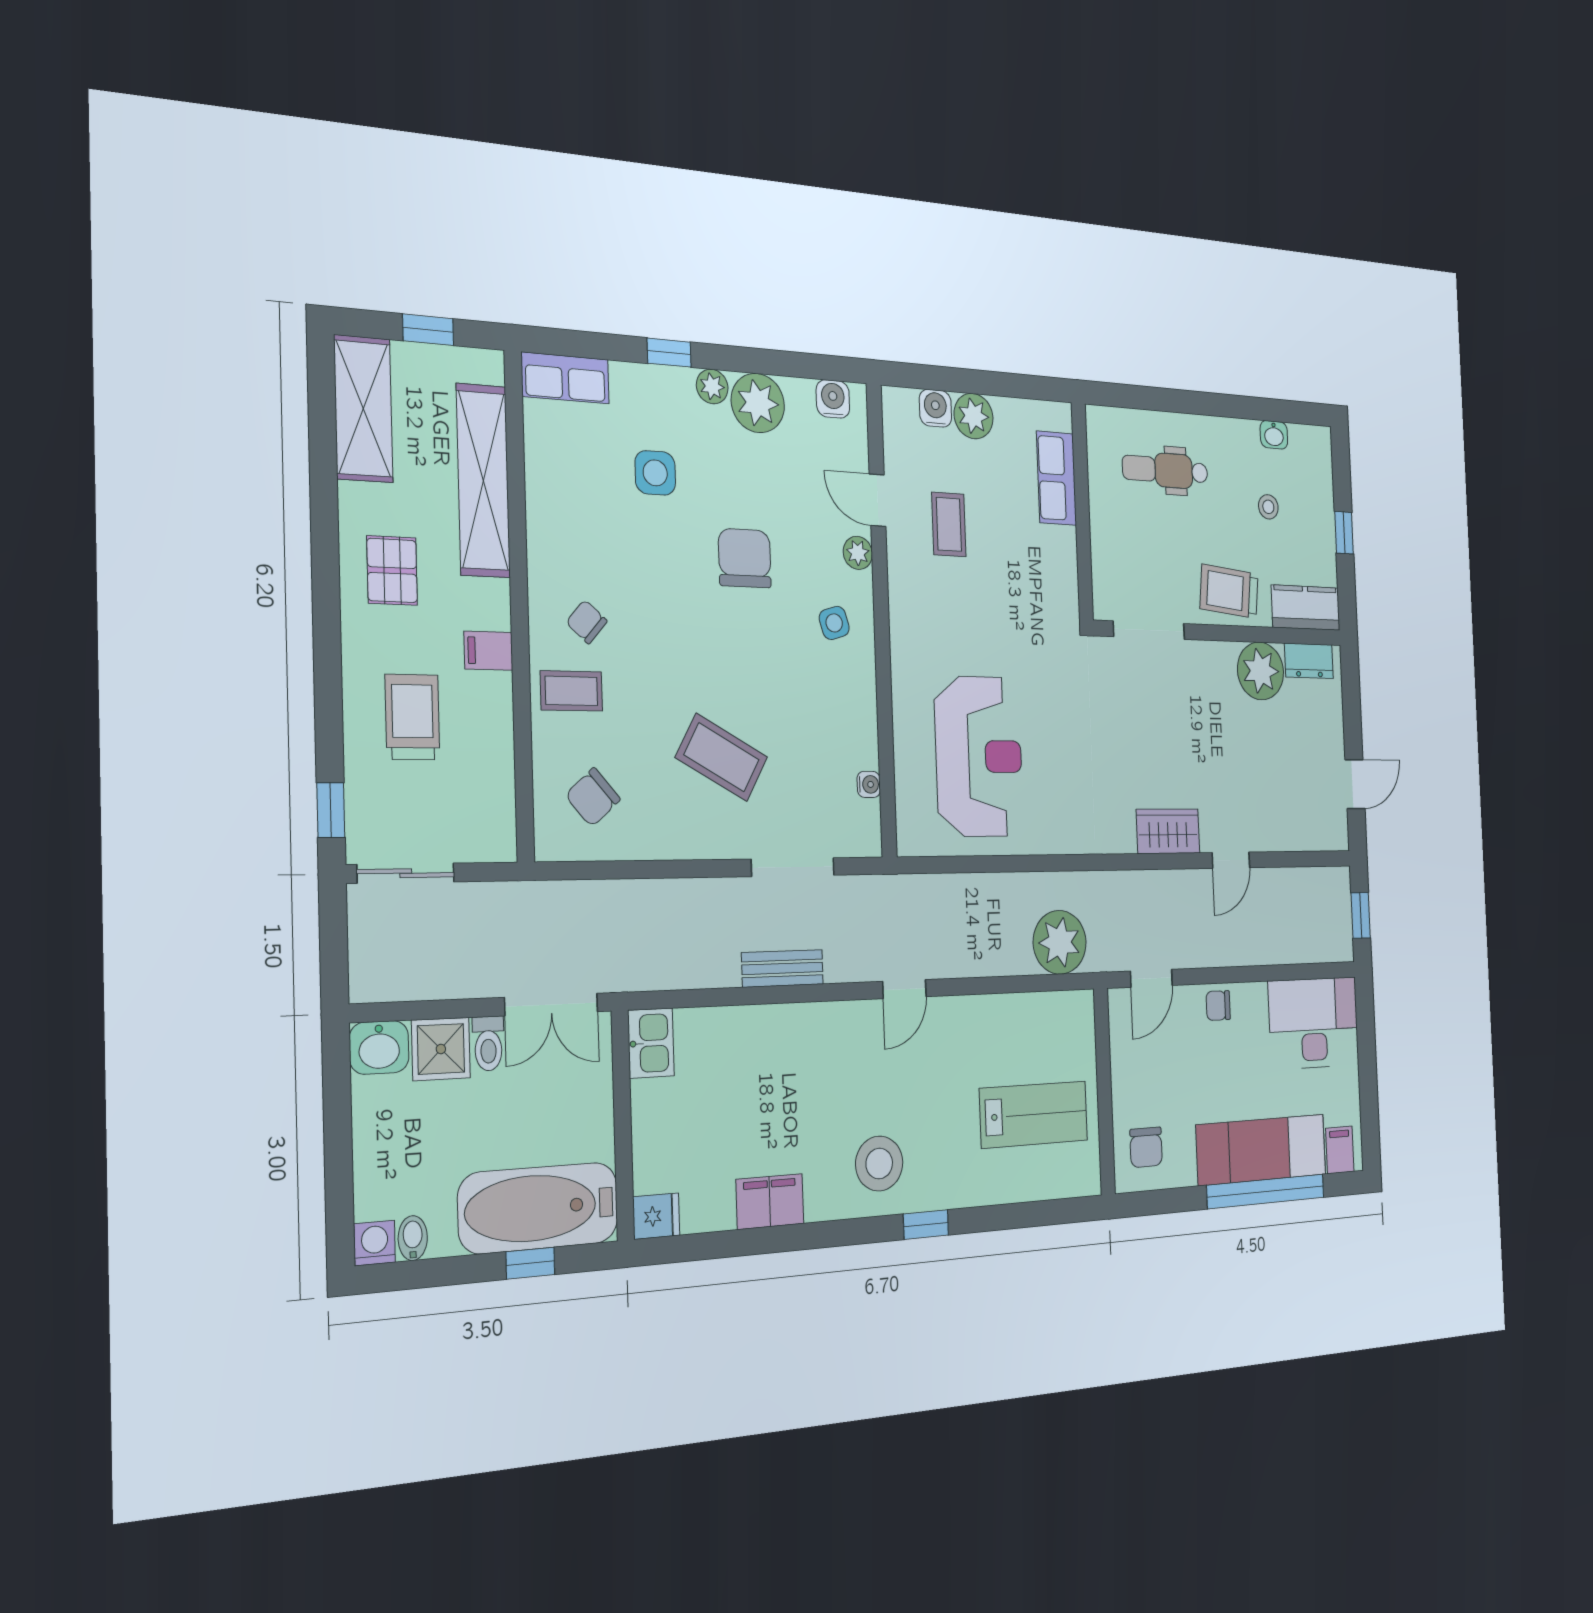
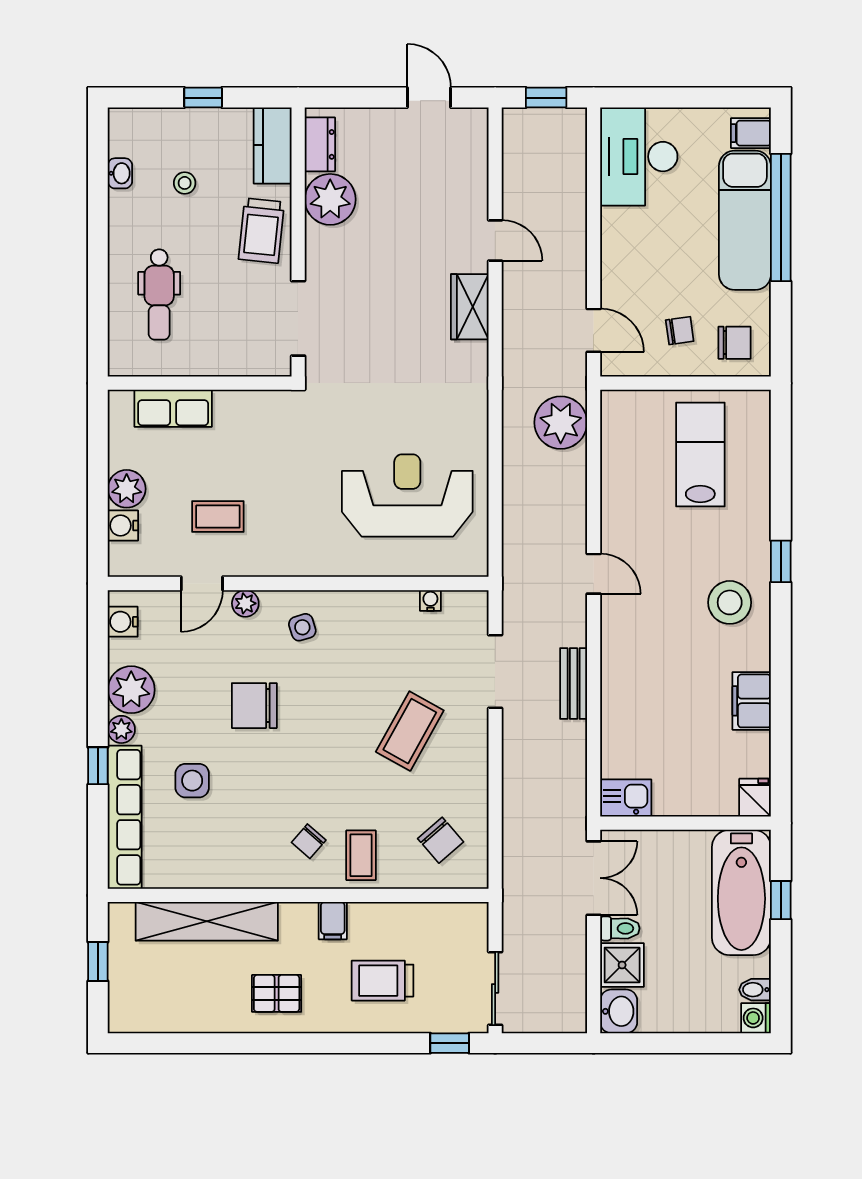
row of seats: (565, 378) -> (125, 817), width x2.02
shelving: (363, 409) -> (160, 1012), removed
chair: (1218, 1006) -> (680, 331), moved, turned -98

